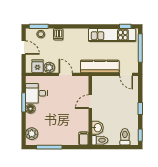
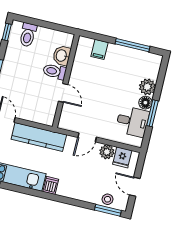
dishwasher: (58, 34) -> (51, 185), moved
door: (66, 74) -> (87, 137), hinge flipped
door: (90, 102) -> (63, 93), hinge flipped
plant: (32, 134) -> (147, 87), moved
filing cabinet: (84, 139) -> (99, 49), moved
toilet: (100, 140) -> (55, 72), moved

